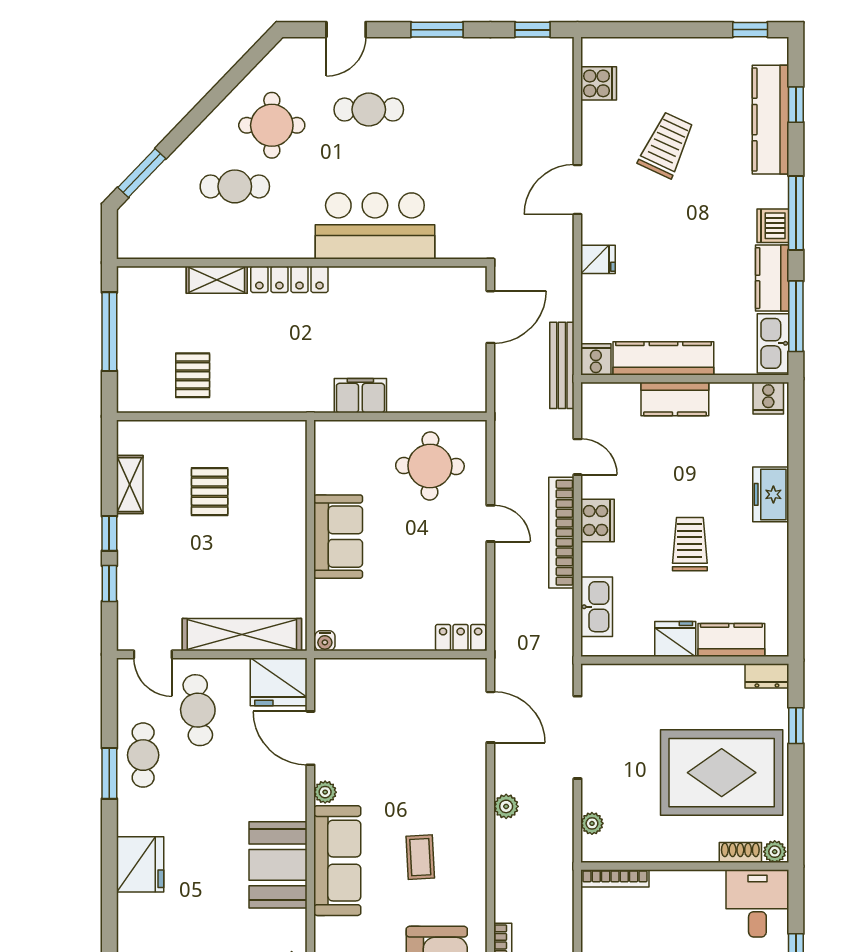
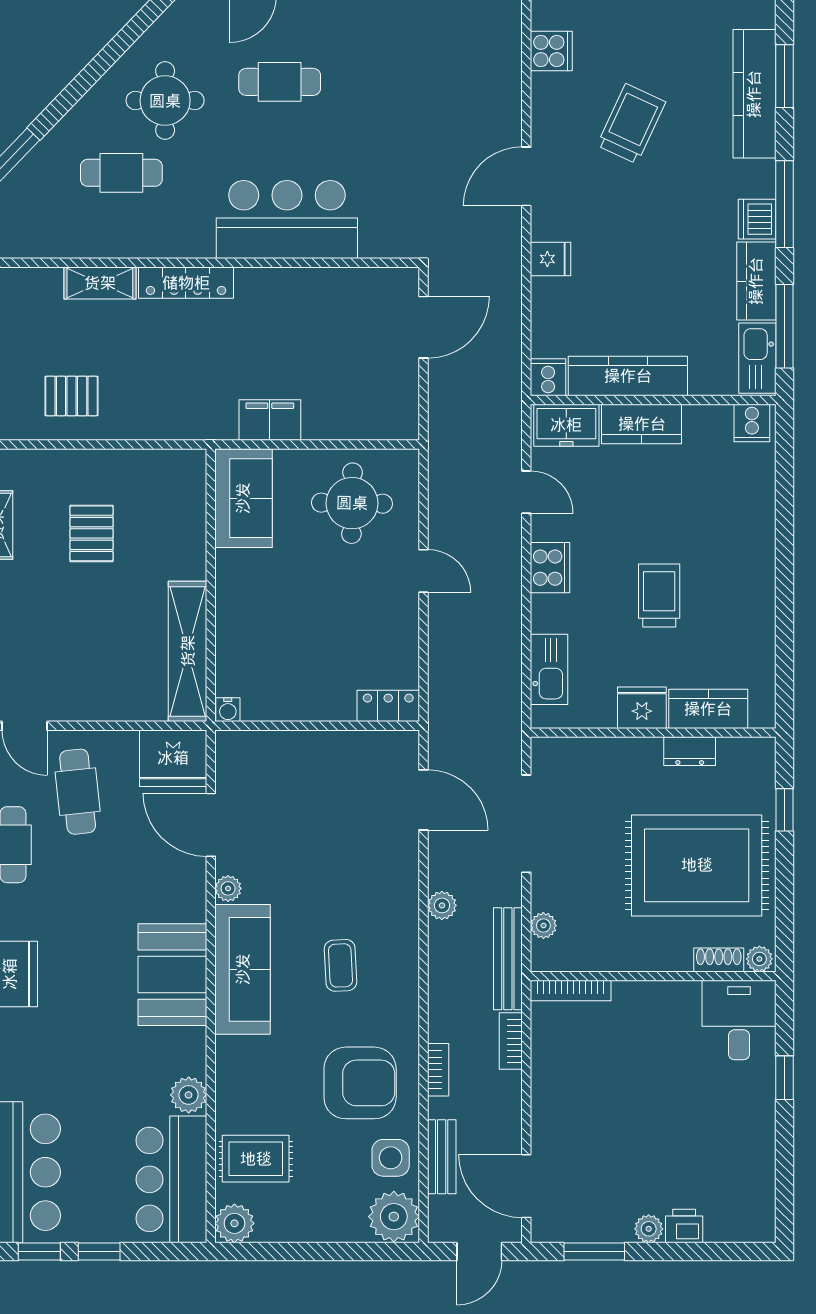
window: (796, 105) -> (785, 76), width x1.50
bench: (562, 365) -> (508, 959), moved
pallet: (193, 375) -> (72, 396), turned 90
freezer: (771, 494) -> (566, 425), moved, turned -90
bookcase: (561, 533) -> (511, 1041), moved, width x0.43, depth x0.76
sofa: (338, 537) -> (243, 498), moved
shelving: (242, 635) -> (188, 651), moved, turned 90
dresser: (767, 676) -> (690, 751), moved

